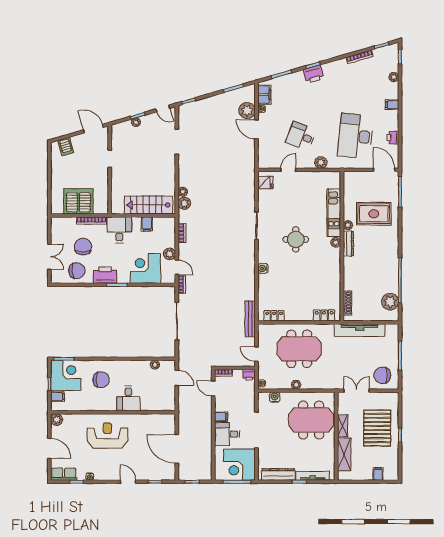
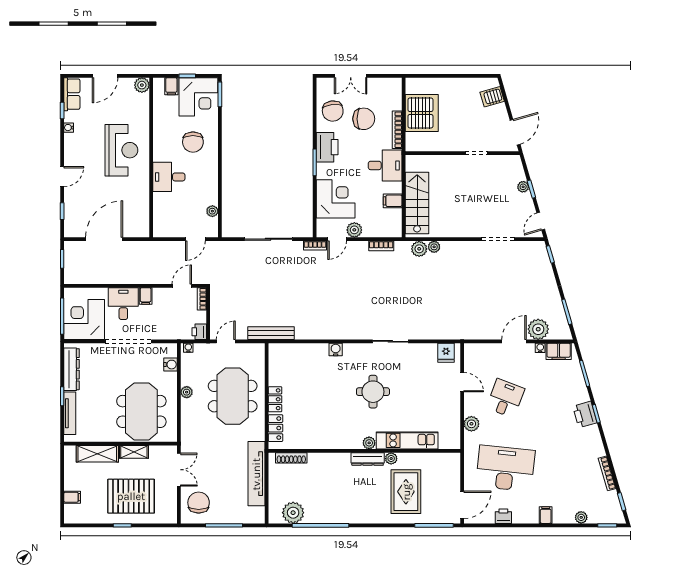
locker: (274, 316) -> (275, 399), moved

